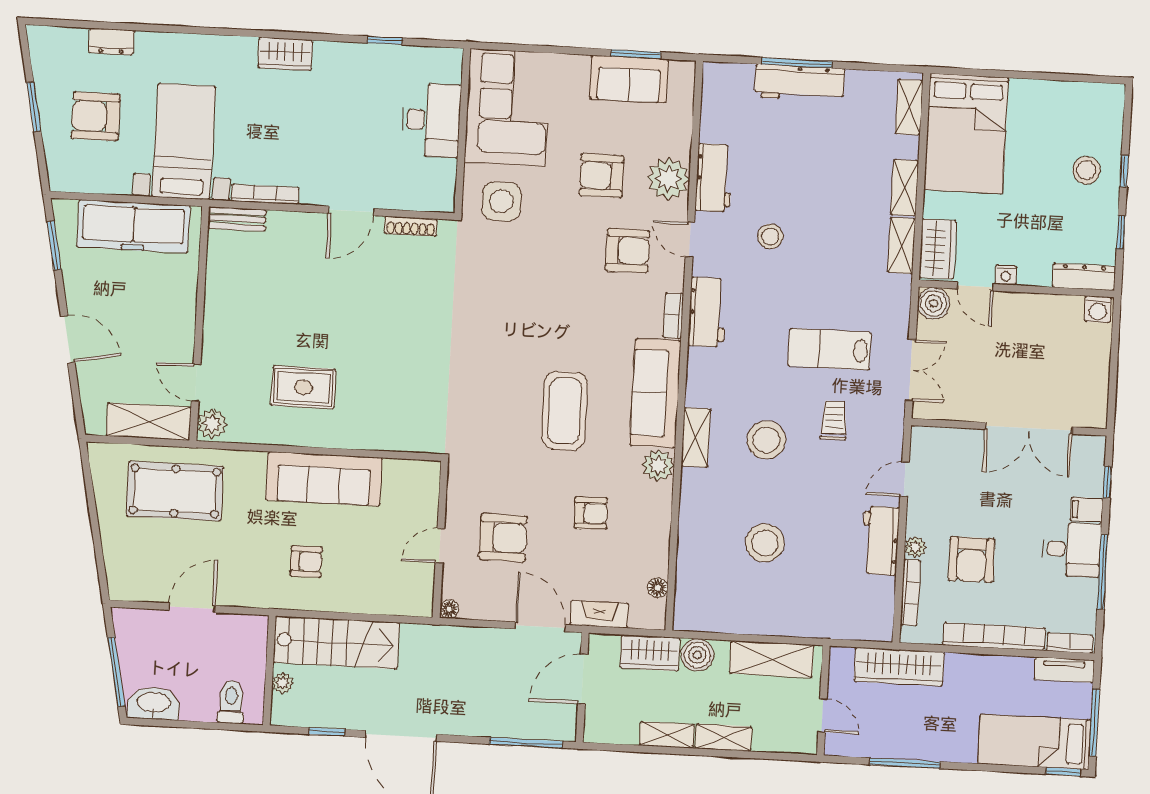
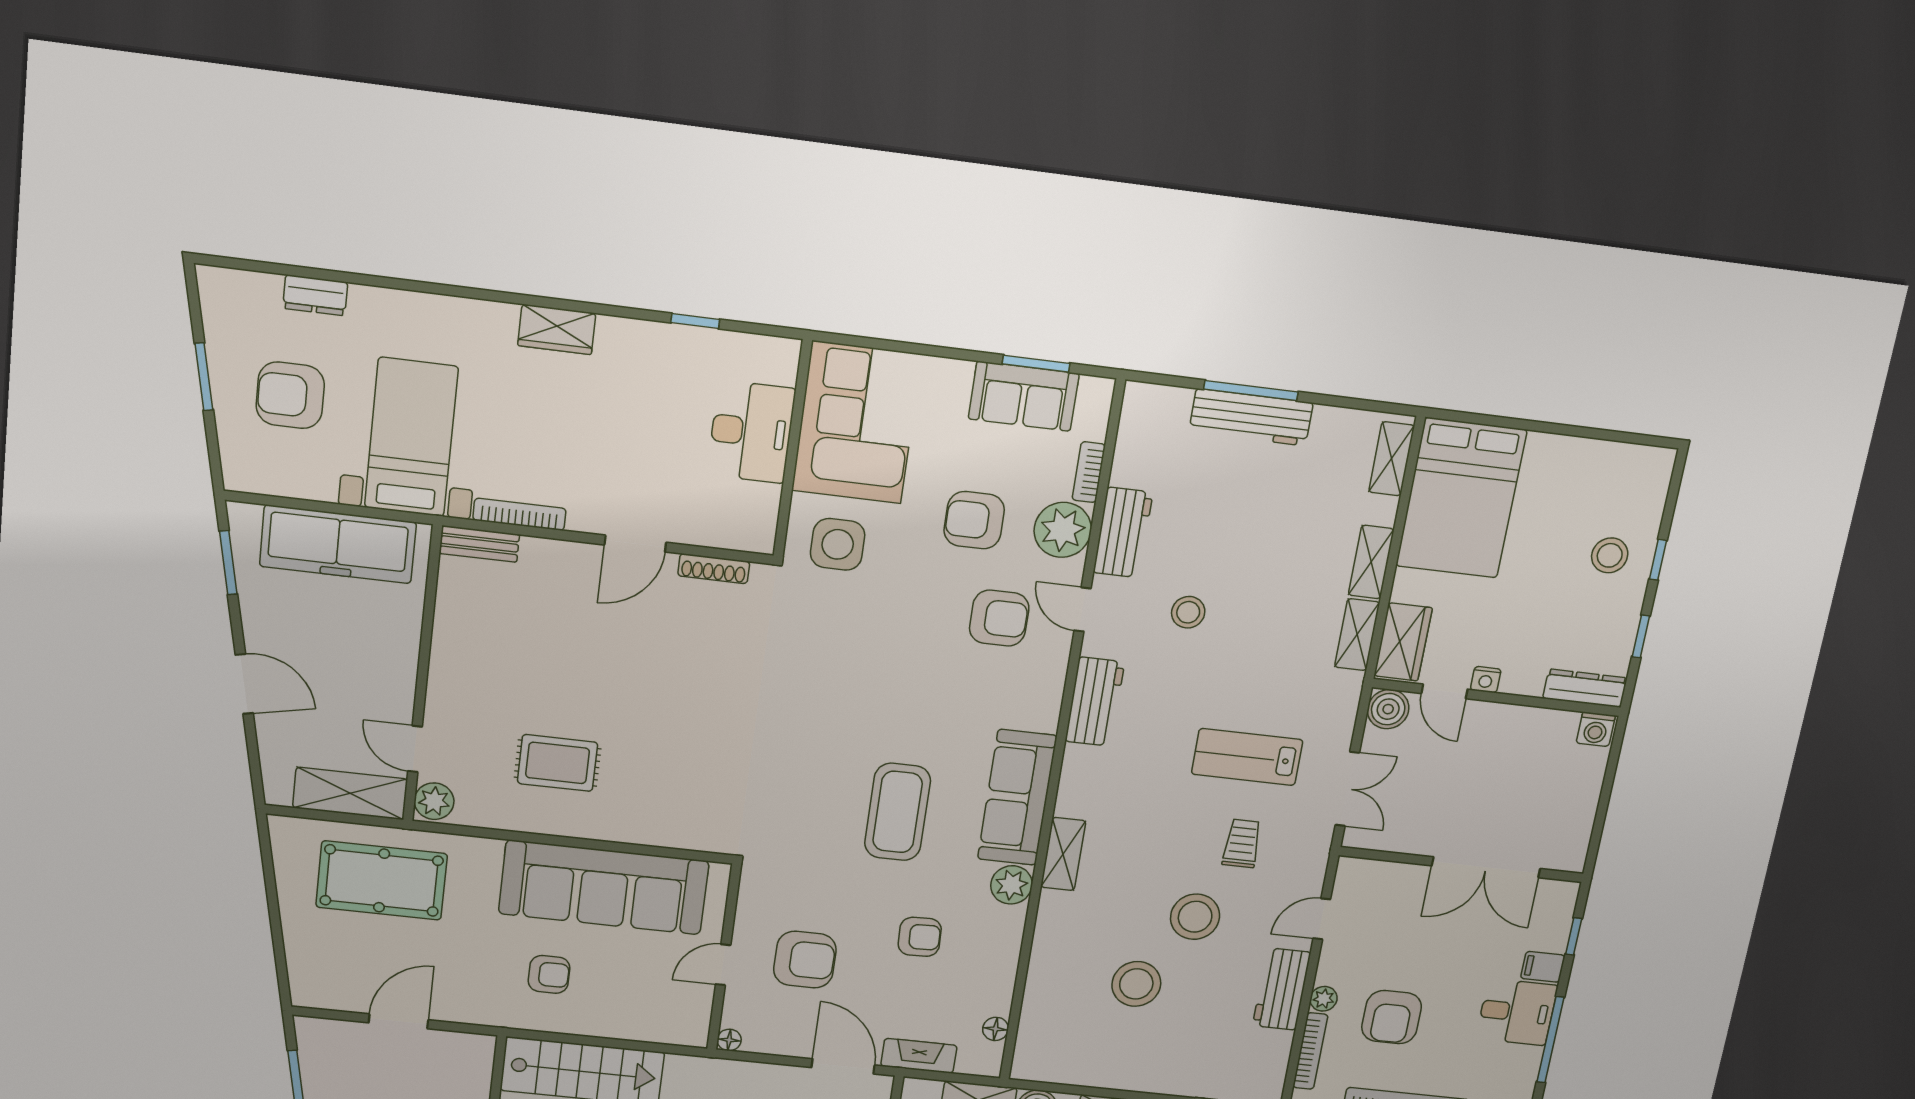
bookcase: (673, 315) -> (1089, 472), moved
stool: (766, 440) -> (1195, 917), moved
sofa: (324, 479) -> (604, 887), width x1.36, depth x1.27

